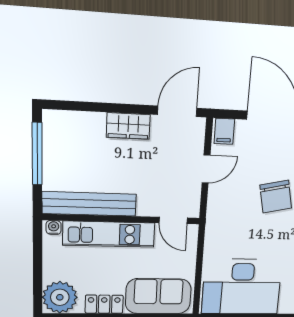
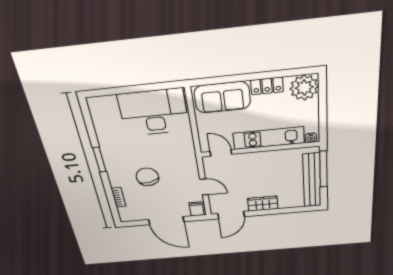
window: (37, 154) -> (323, 169), moved
door: (206, 169) -> (204, 187), swing flipped
bench: (89, 204) -> (312, 180), moved, turned 90

